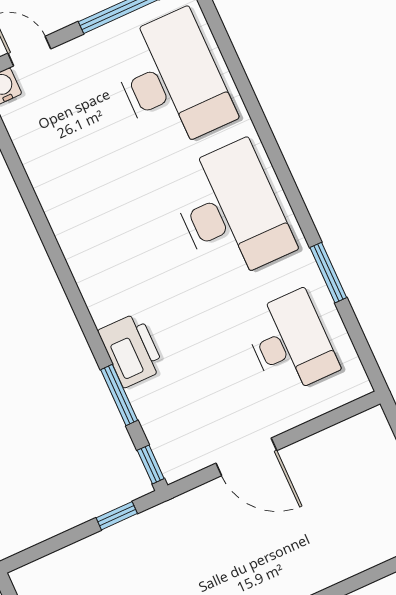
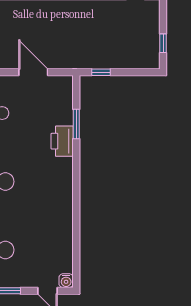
window: (151, 464) -> (76, 88), removed

